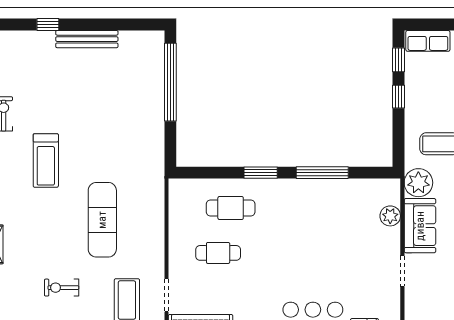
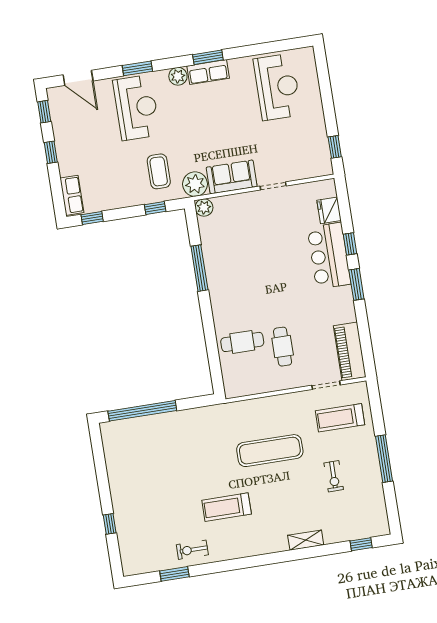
bench: (87, 39) -> (117, 488), removed
window: (398, 97) -> (155, 208), moved
treadmill: (46, 160) -> (227, 507), turned 180
window: (261, 173) -> (208, 321), removed
cafe table: (231, 208) -> (242, 342), turned 90
plant: (390, 216) -> (204, 208), moved

